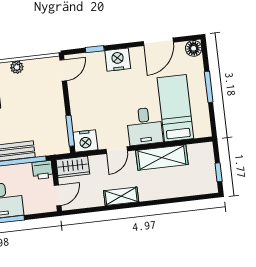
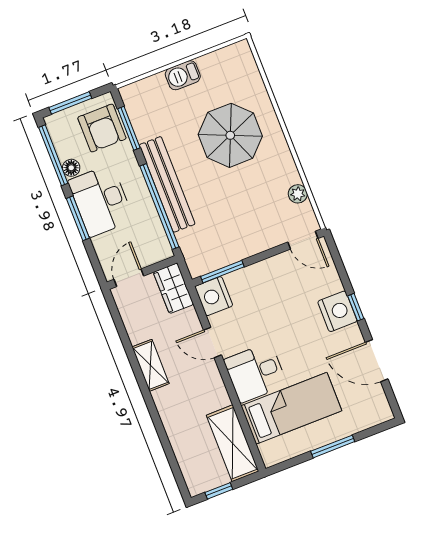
floor lamp: (194, 48) -> (380, 412), removed
window: (95, 49) -> (356, 307), moved
plant: (17, 67) -> (298, 194), moved
shelving: (162, 158) -> (233, 443), moved
printer: (43, 170) -> (158, 248), removed
door: (58, 195) -> (129, 278), swing flipped

